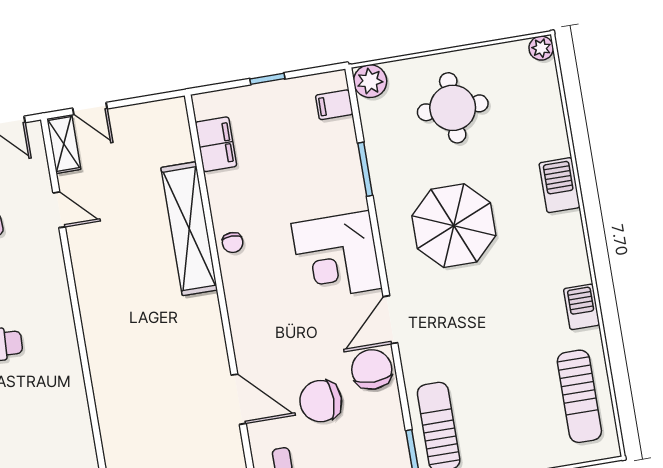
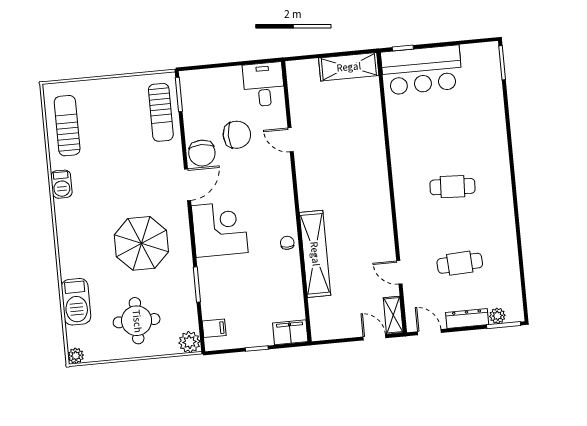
filing cabinet: (216, 144) -> (290, 332), moved, turned 90
barbecue: (559, 185) -> (76, 302), moved, width x1.37, depth x1.21
door: (239, 399) -> (291, 140), width x0.73

